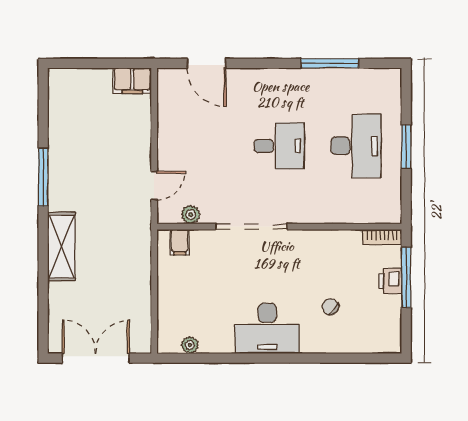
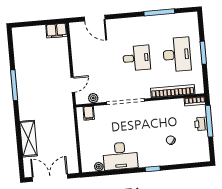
bookcase: (342, 214) -> (173, 91), added
shelving: (61, 247) -> (28, 139), moved
desk: (267, 328) -> (120, 156), moved
window: (291, 358) -> (153, 169), added

